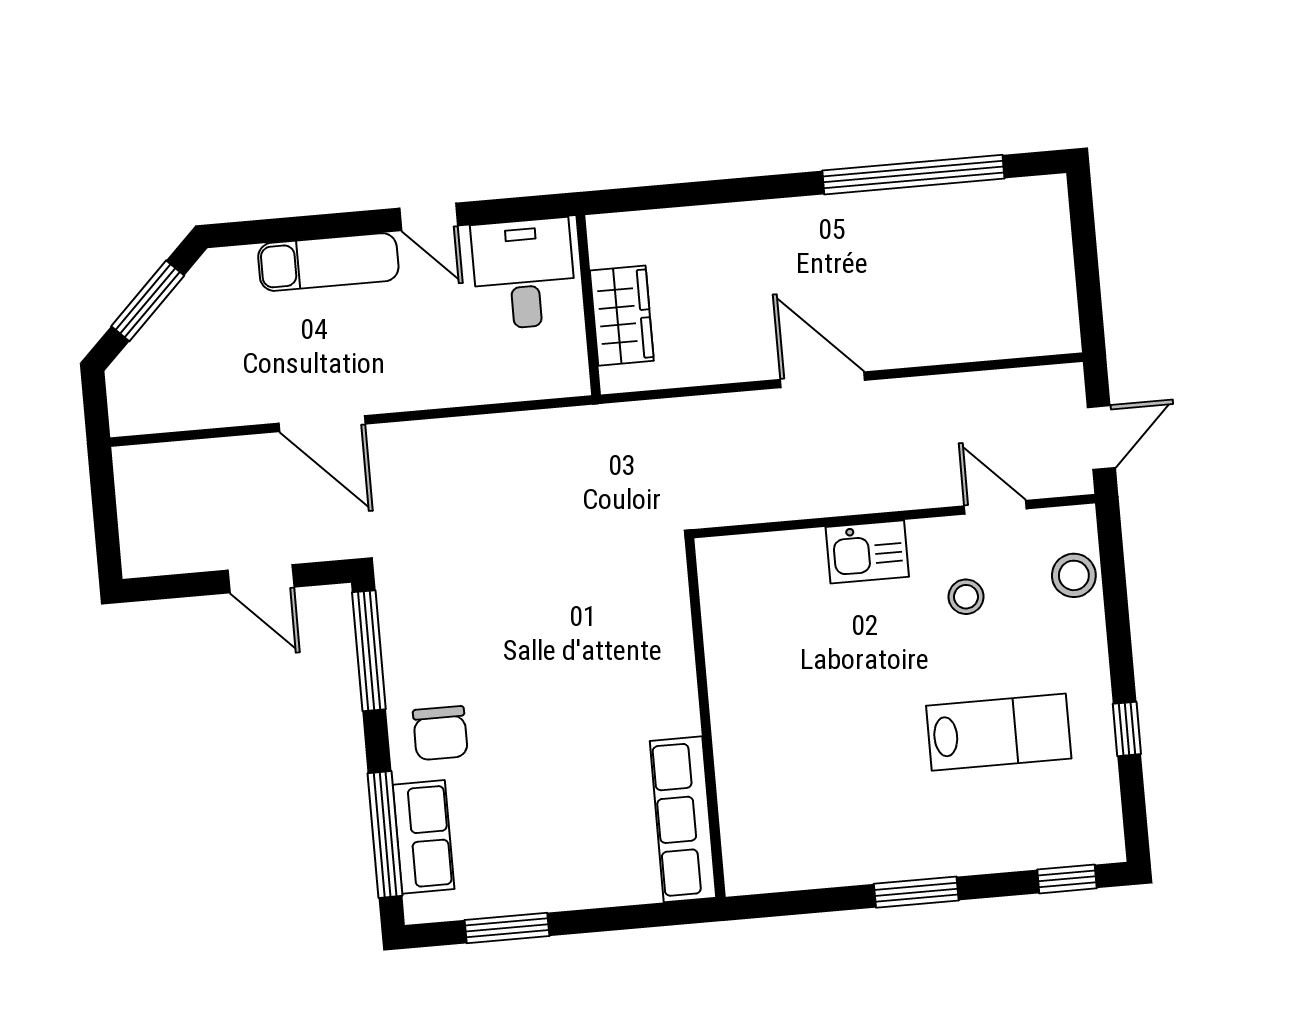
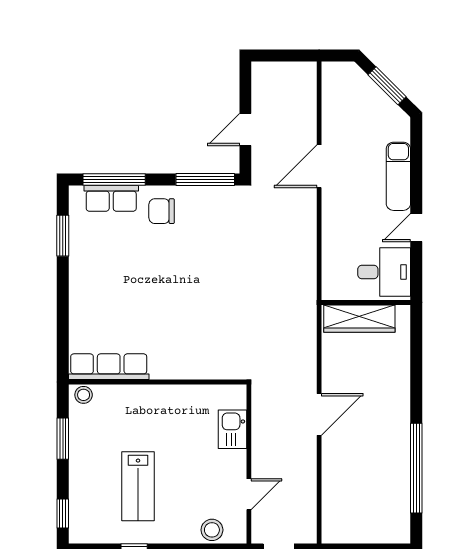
wardrobe: (622, 316) -> (359, 319), width x1.50
stool: (966, 597) -> (84, 395), moved
wall: (705, 718) -> (158, 382), moved
row of seats: (683, 819) -> (109, 367), moved

